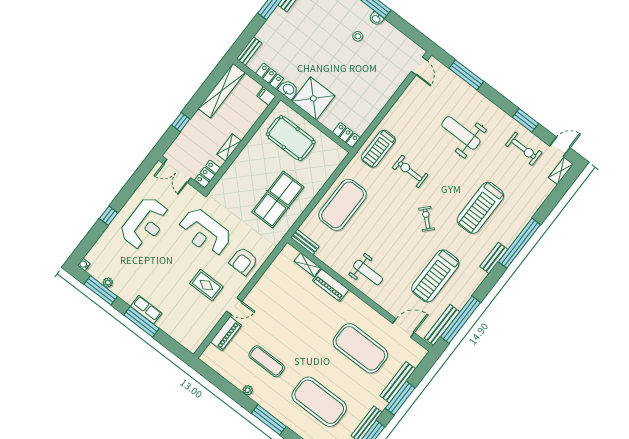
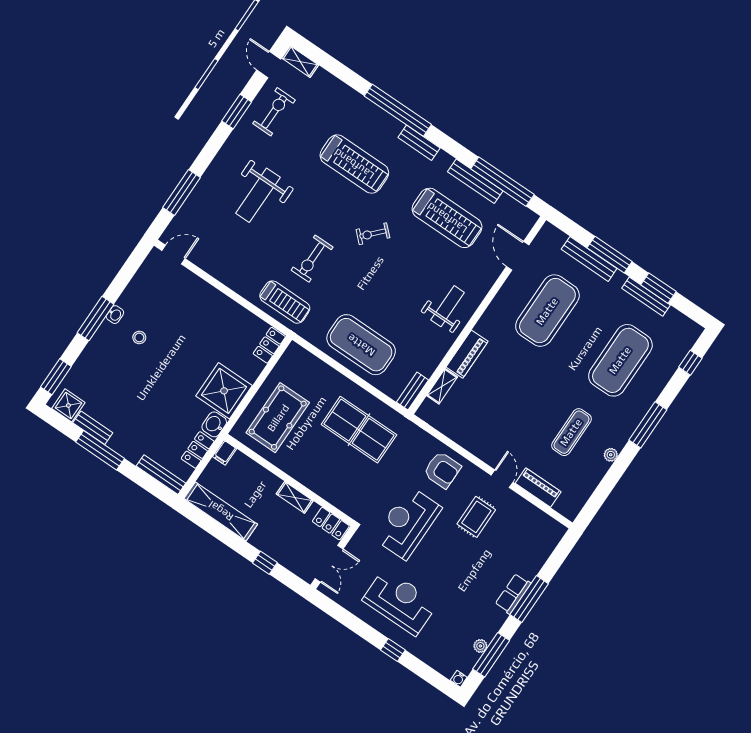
bench: (249, 51) -> (161, 475), width x1.36
reception desk: (205, 232) -> (408, 523), turned 180
bench: (442, 325) -> (475, 181), moved

